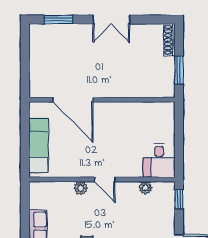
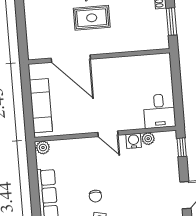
rug: (98, 60) -> (92, 18), added
plant: (81, 188) -> (43, 148), moved
water cooler: (130, 189) -> (134, 141), added

